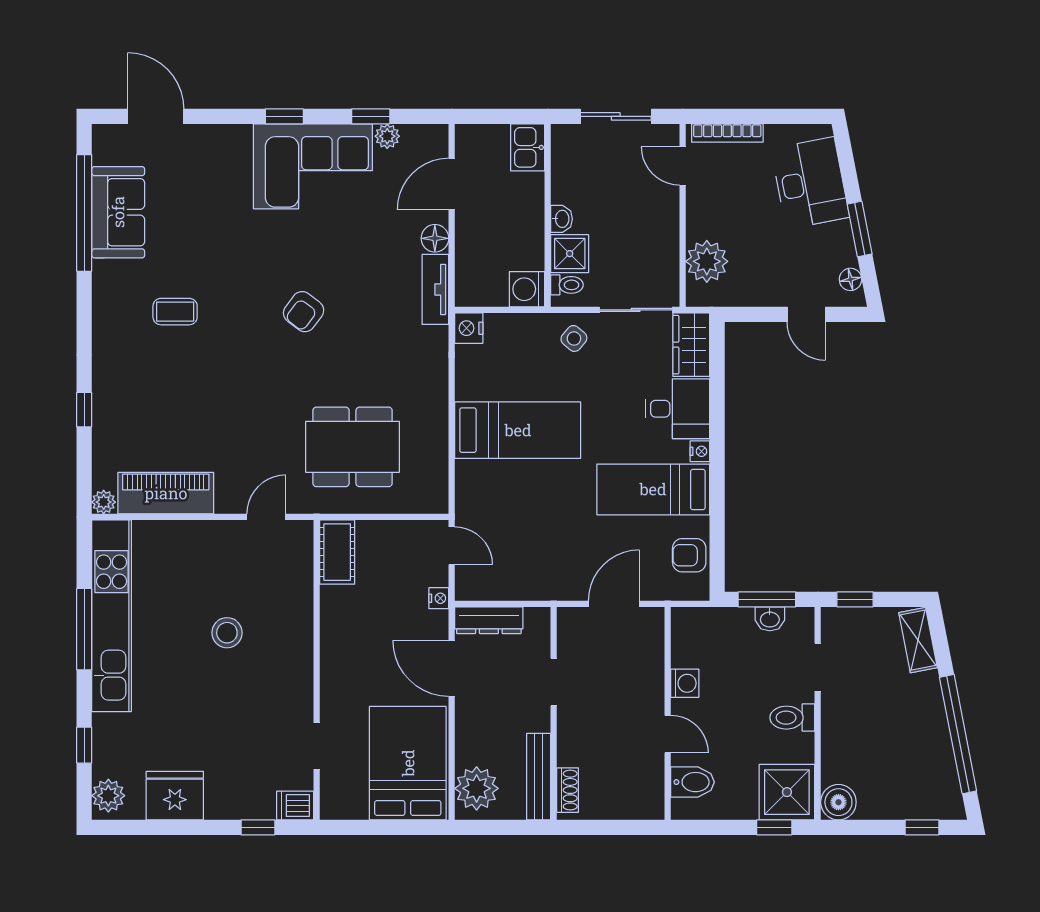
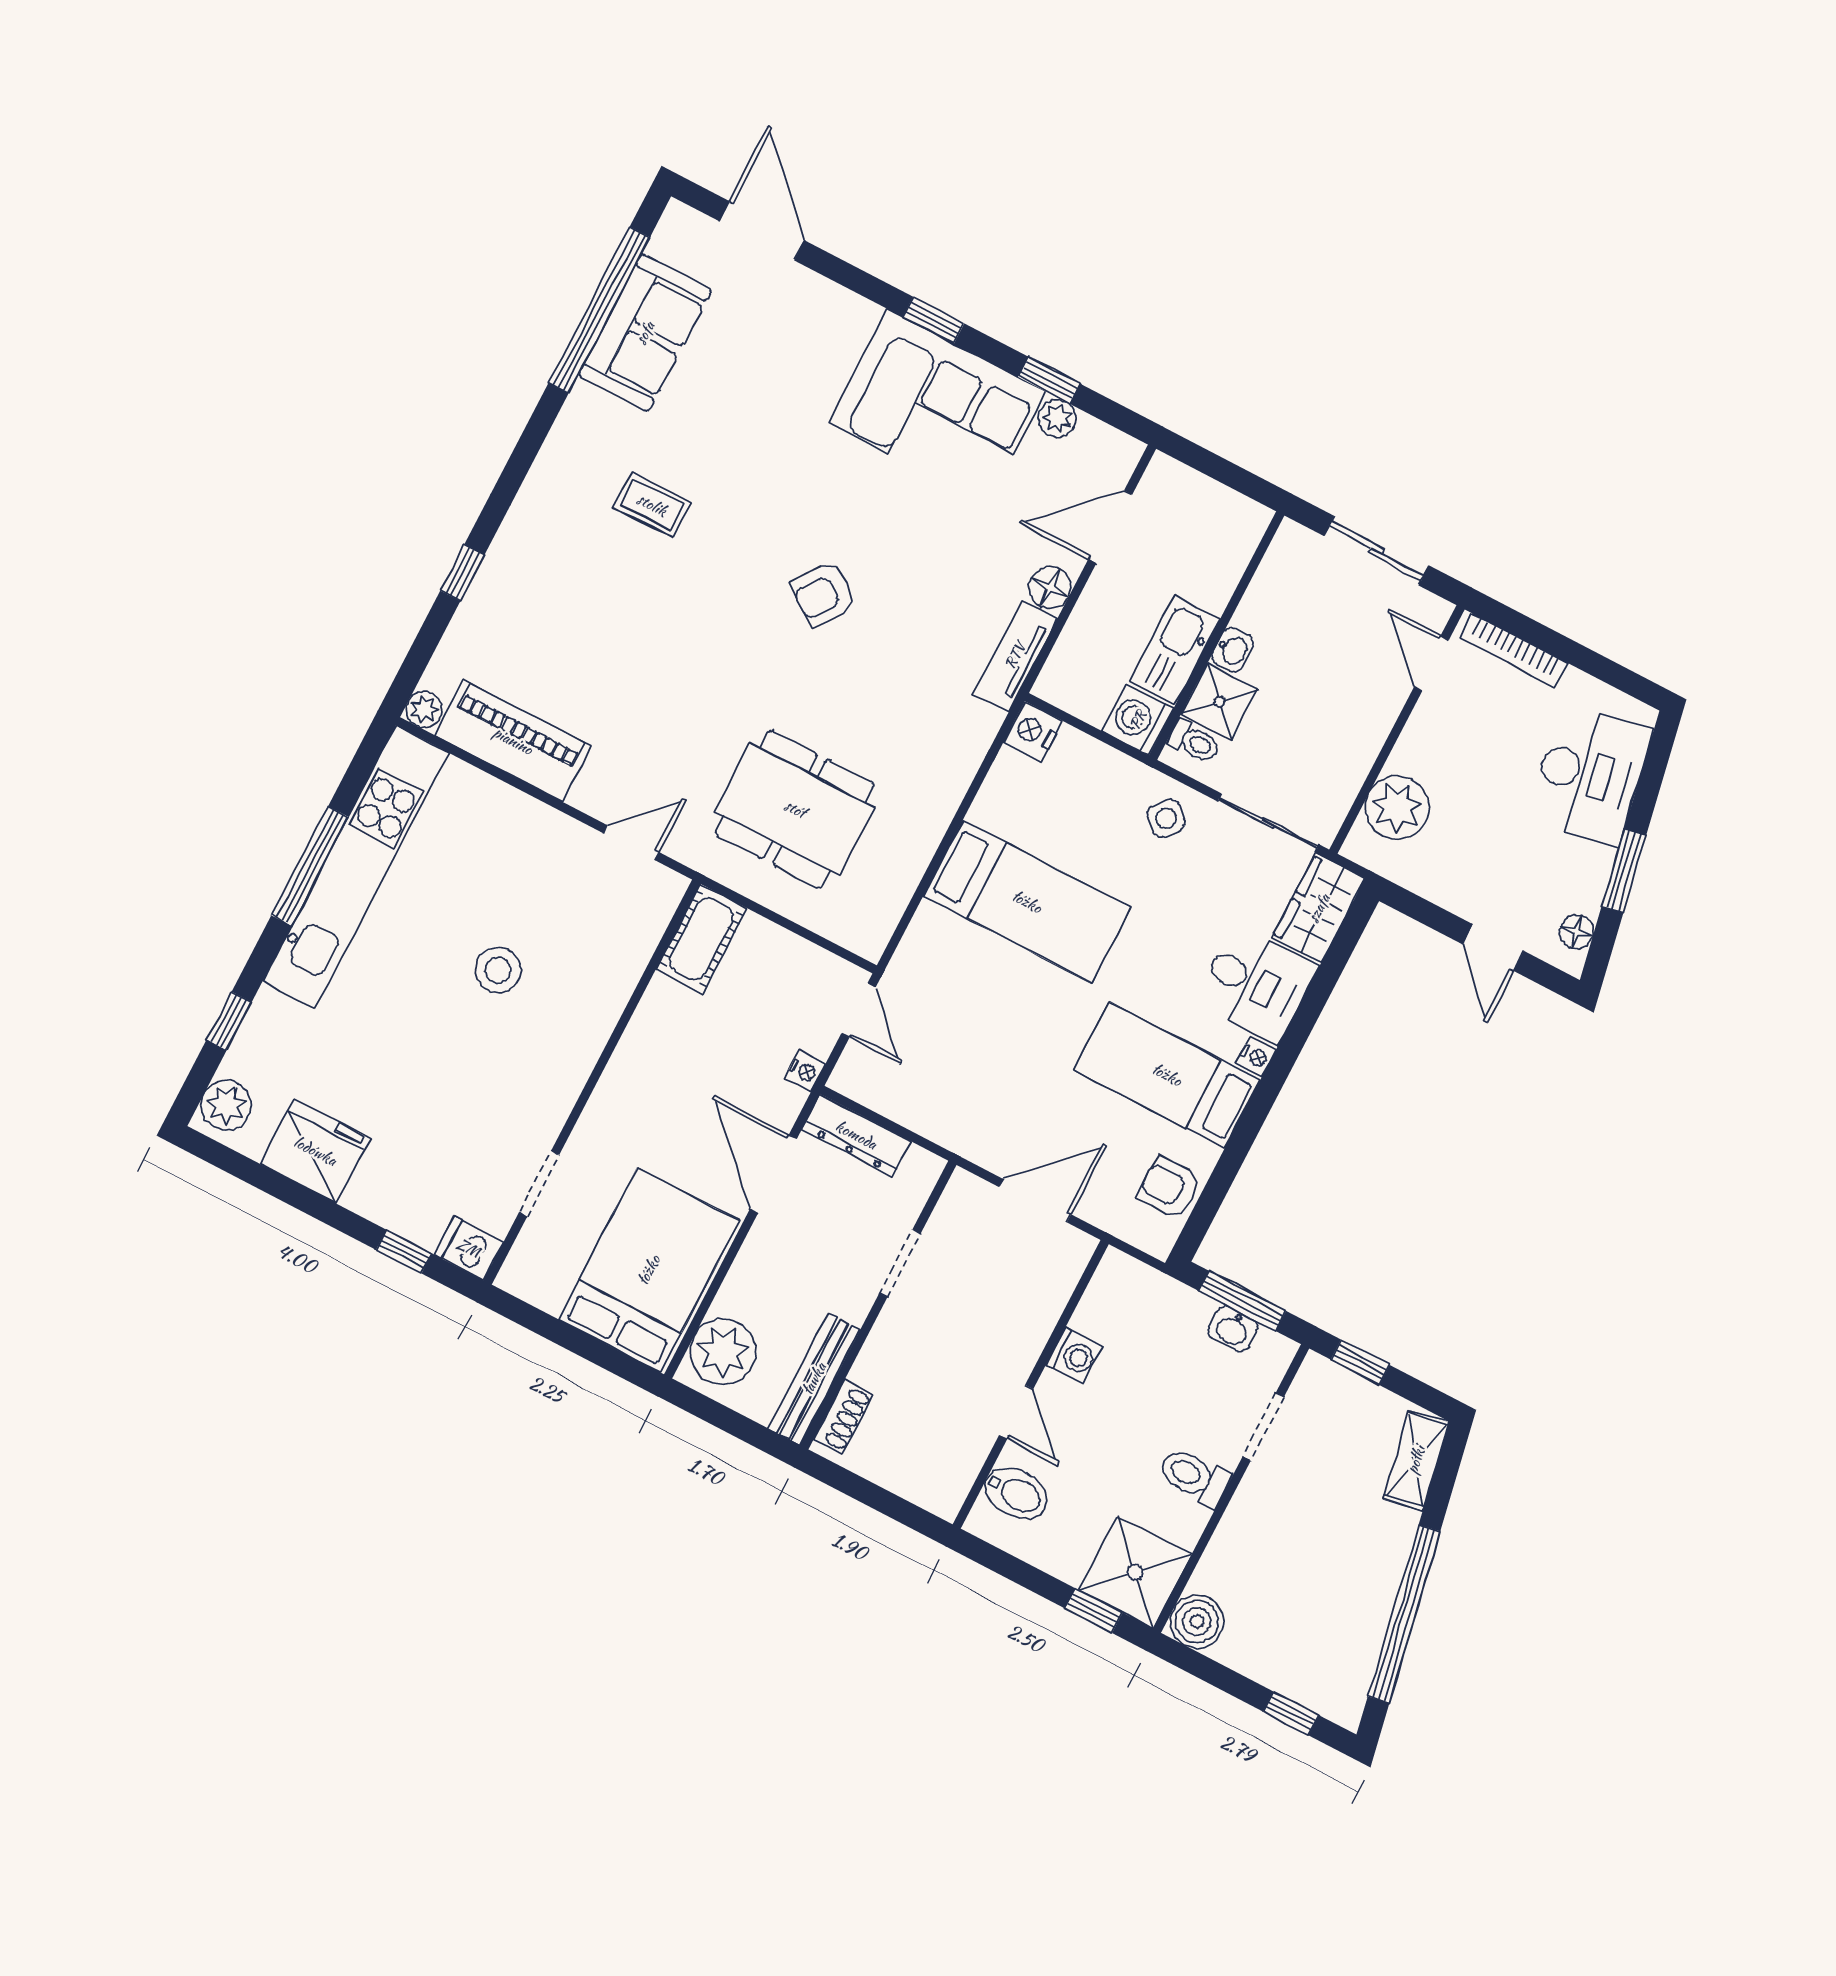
kitchen sink: (528, 147) -> (1175, 650), moved, width x1.38

